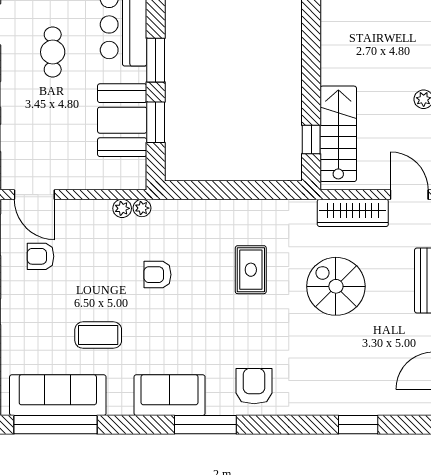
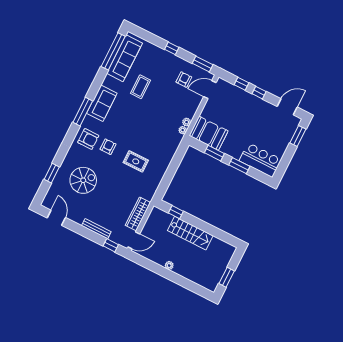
cafe table: (53, 52) -> (264, 126), removed
booth: (122, 120) -> (209, 133), moved
stairs: (338, 134) -> (190, 233), moved
armchair: (157, 275) -> (108, 147), moved
spiral stairs: (336, 286) -> (83, 180), moved

